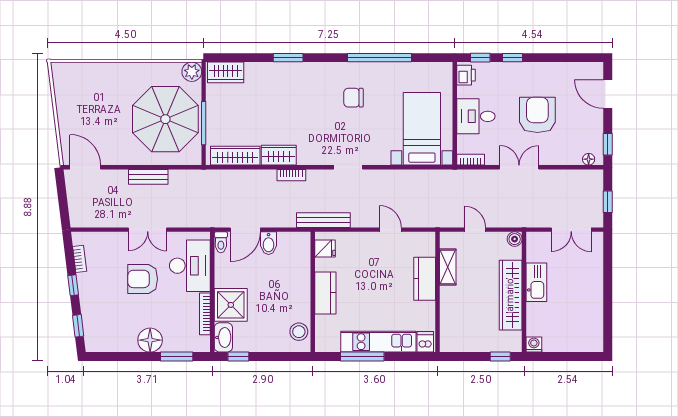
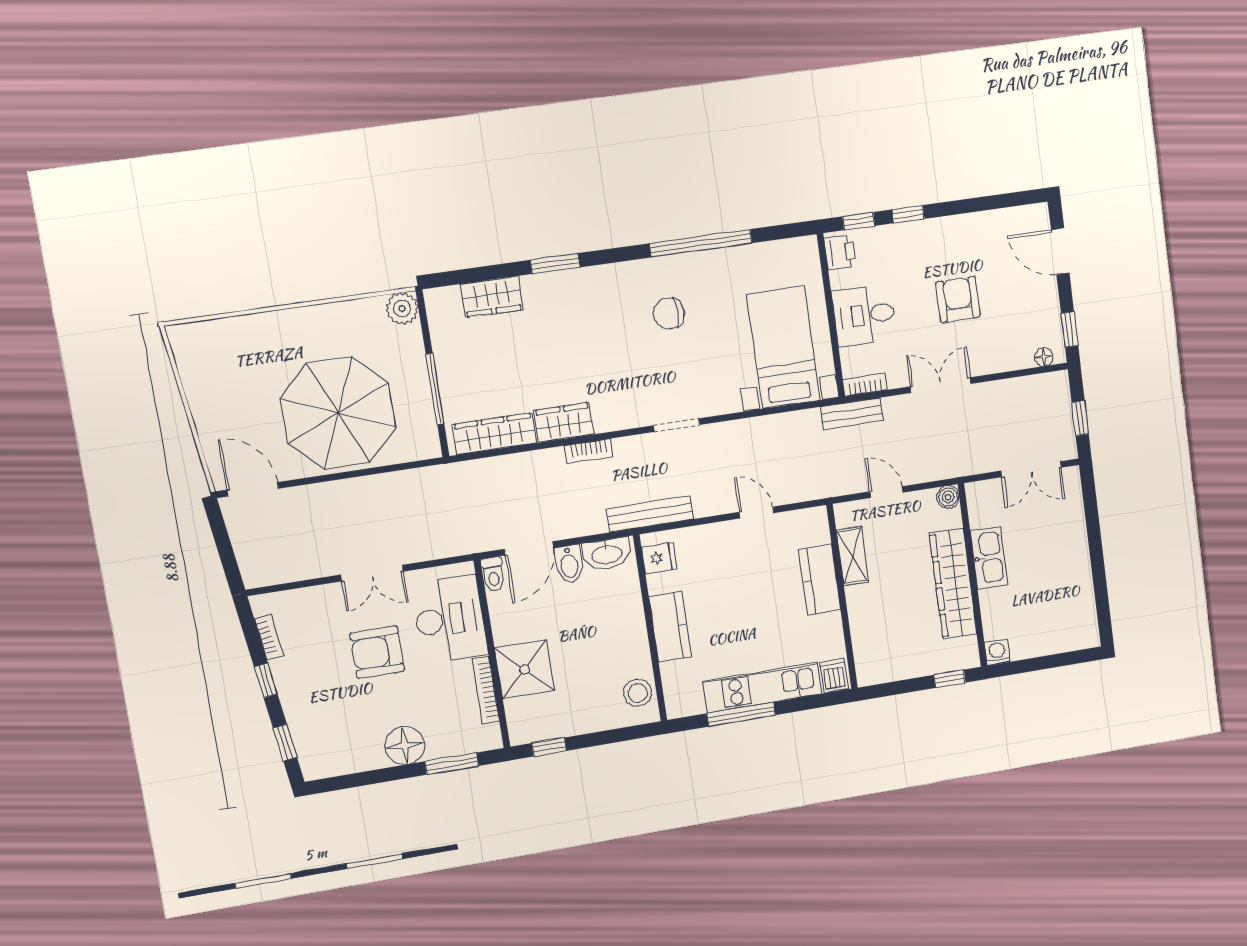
wardrobe: (226, 72) -> (492, 297), moved
armchair: (537, 115) -> (958, 299), width x0.73, depth x0.73
parasol: (165, 119) -> (338, 413), moved
bench: (148, 177) -> (852, 414), moved
washbasin: (223, 337) -> (607, 554), moved, turned 90

